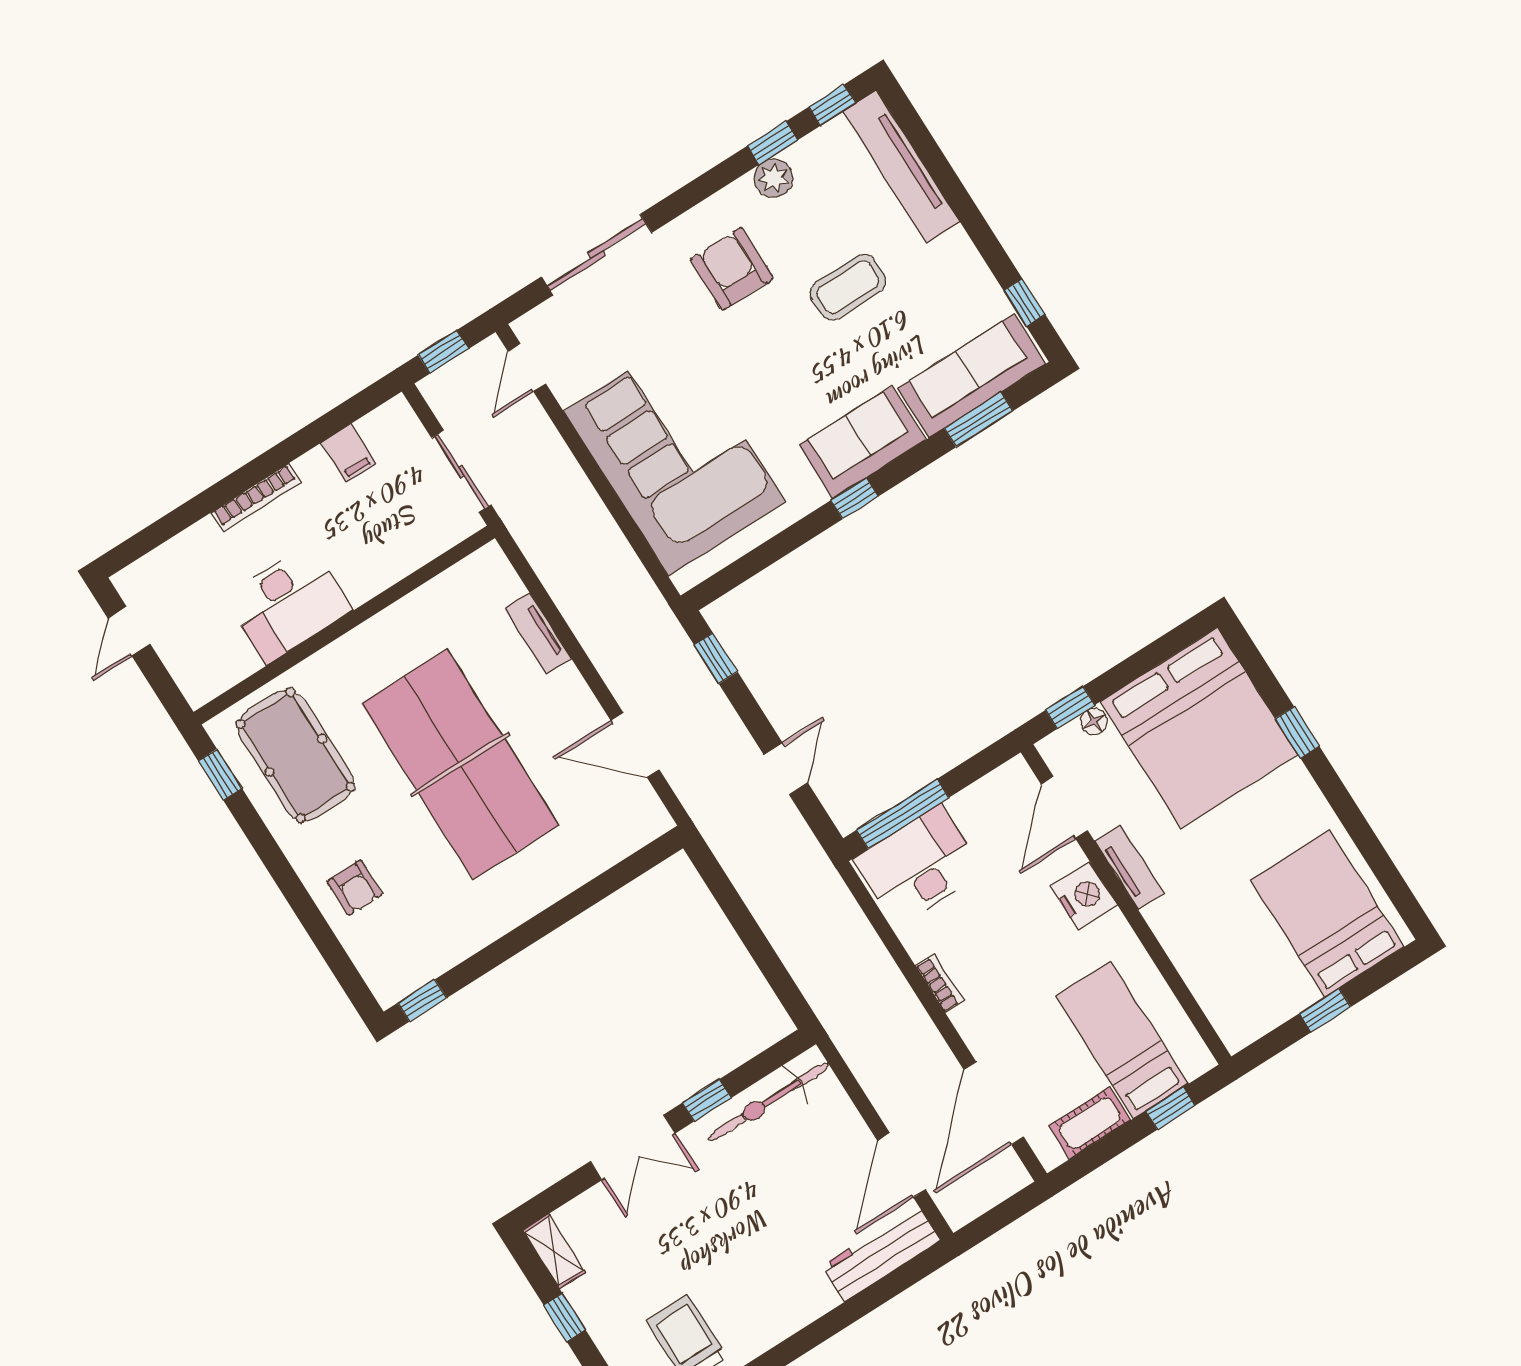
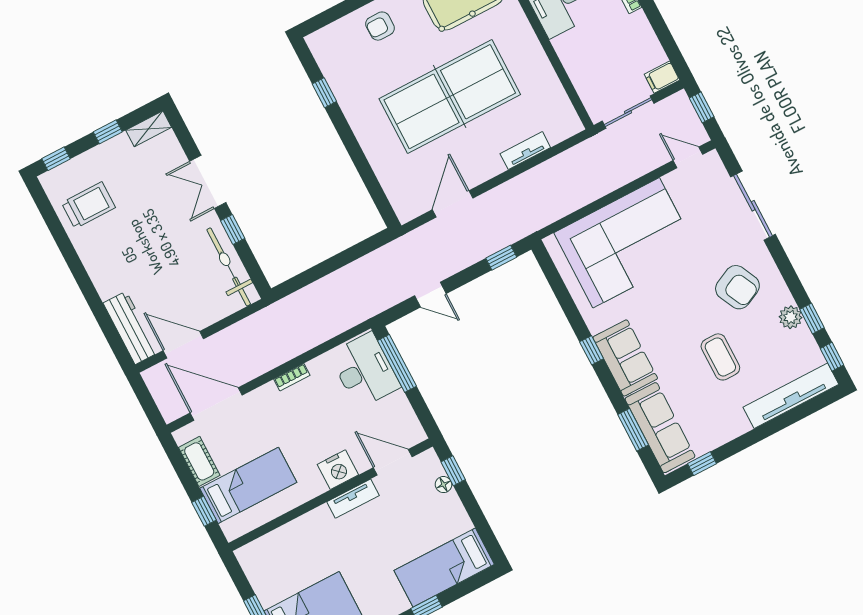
armchair: (732, 269) -> (737, 287), turned 64
filing cabinet: (348, 453) -> (662, 77), moved
bed: (1199, 728) -> (444, 567), width x0.49
window: (422, 1000) -> (324, 93), moved

